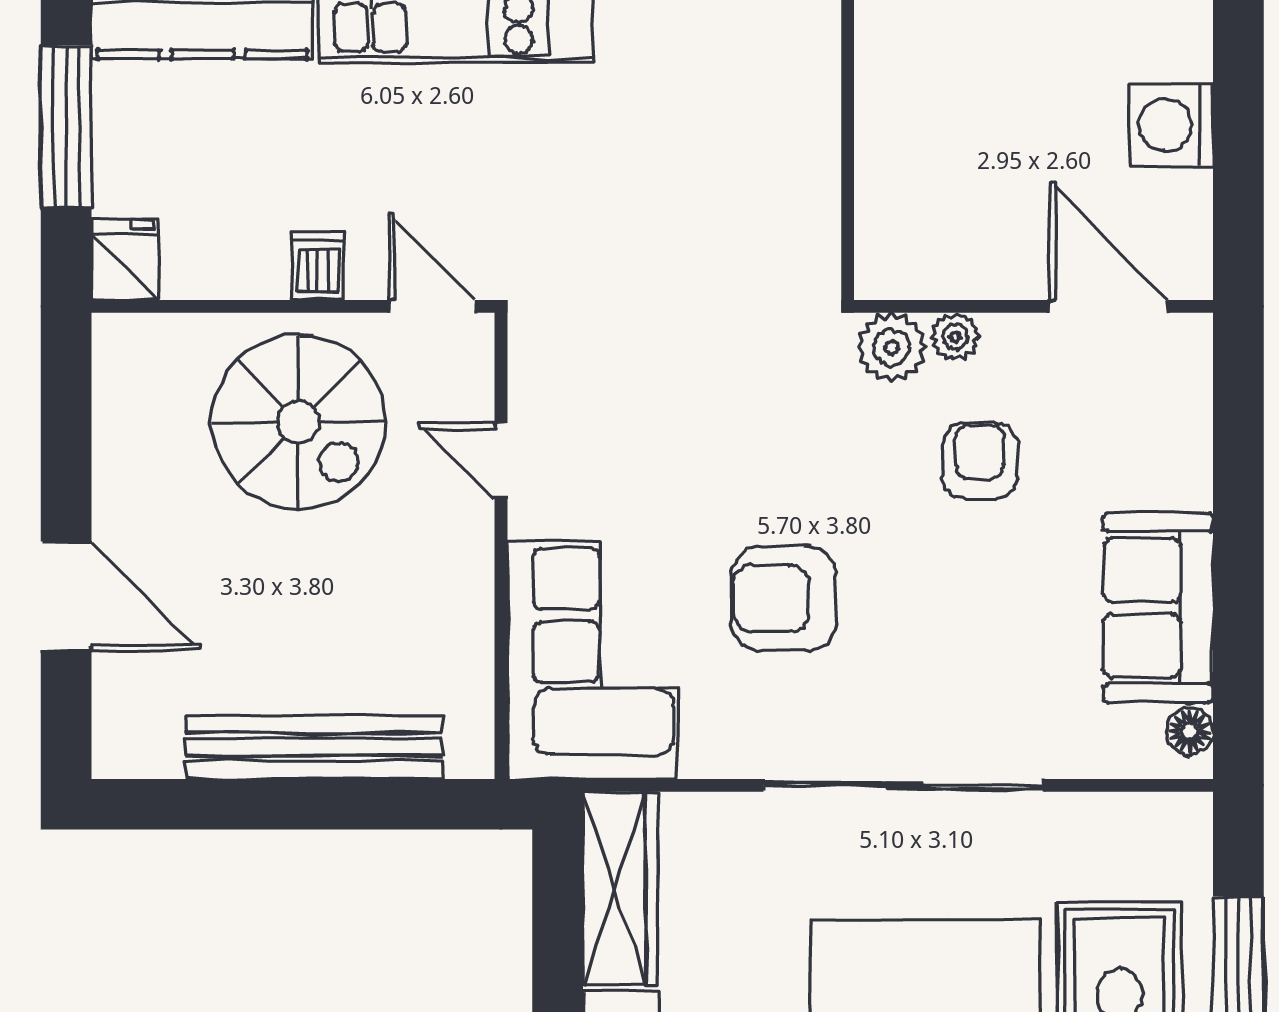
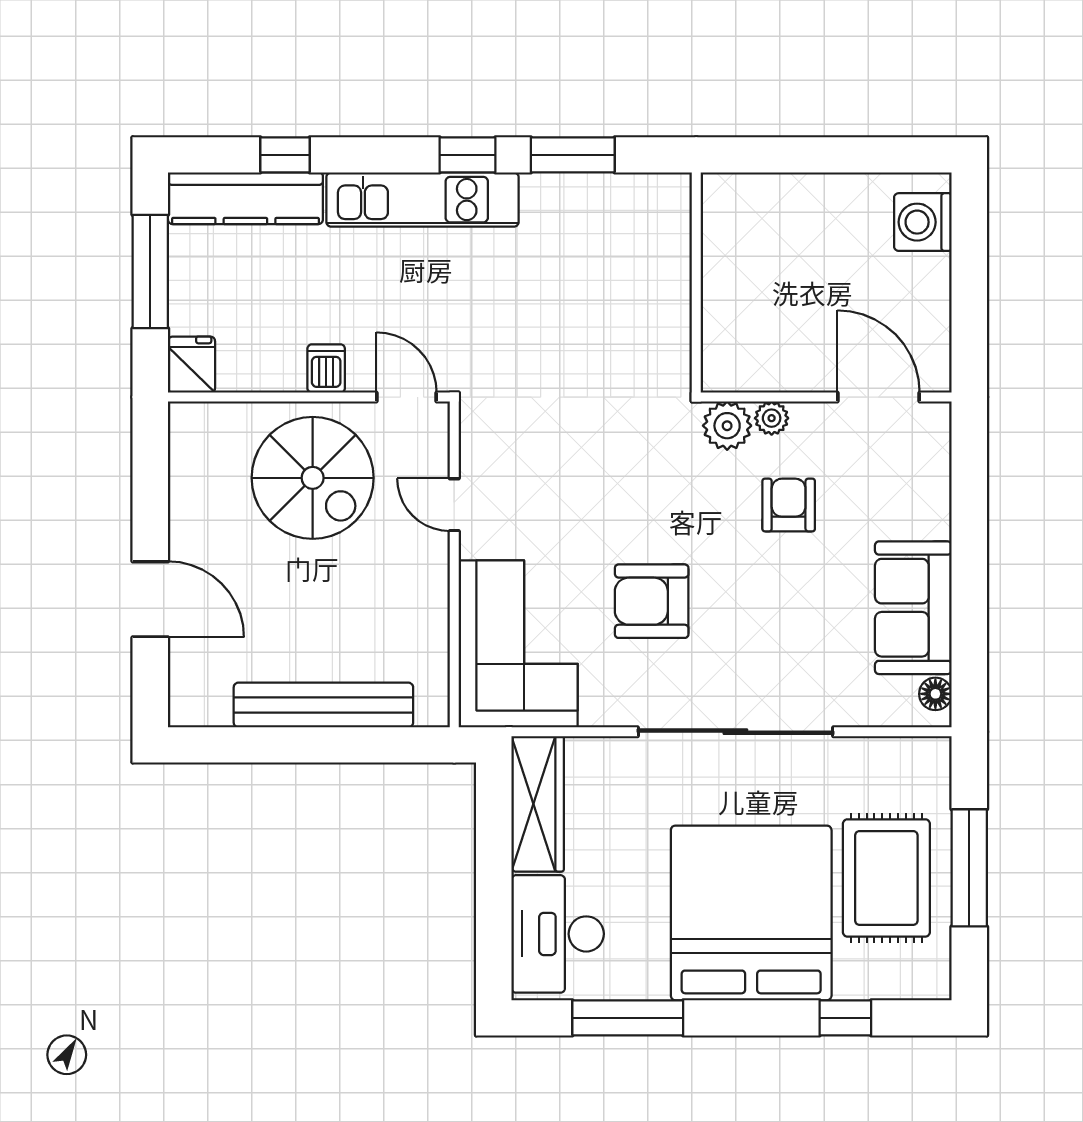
washing machine: (1172, 125) -> (923, 222), moved

